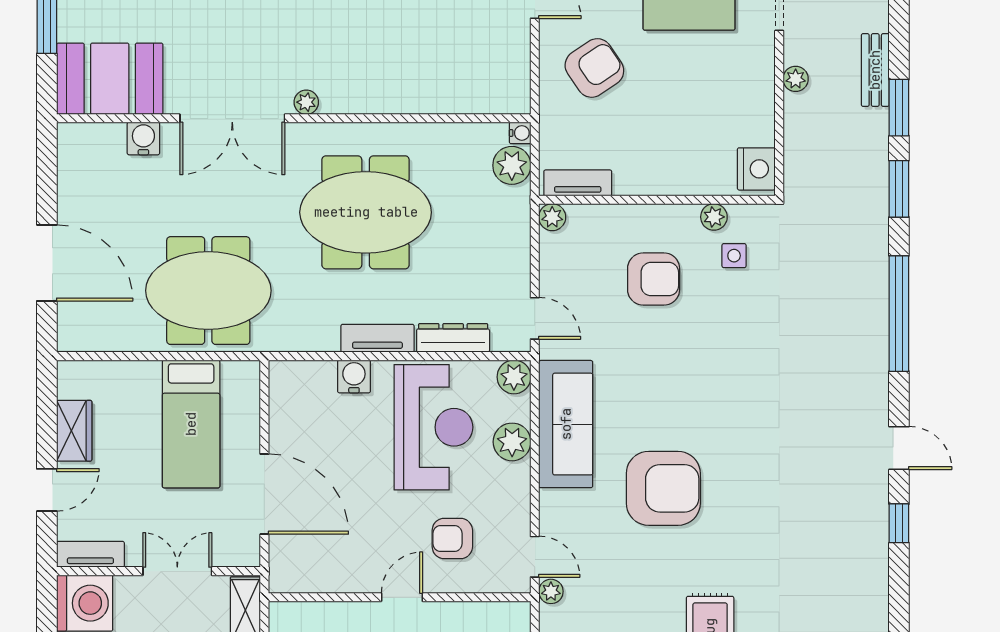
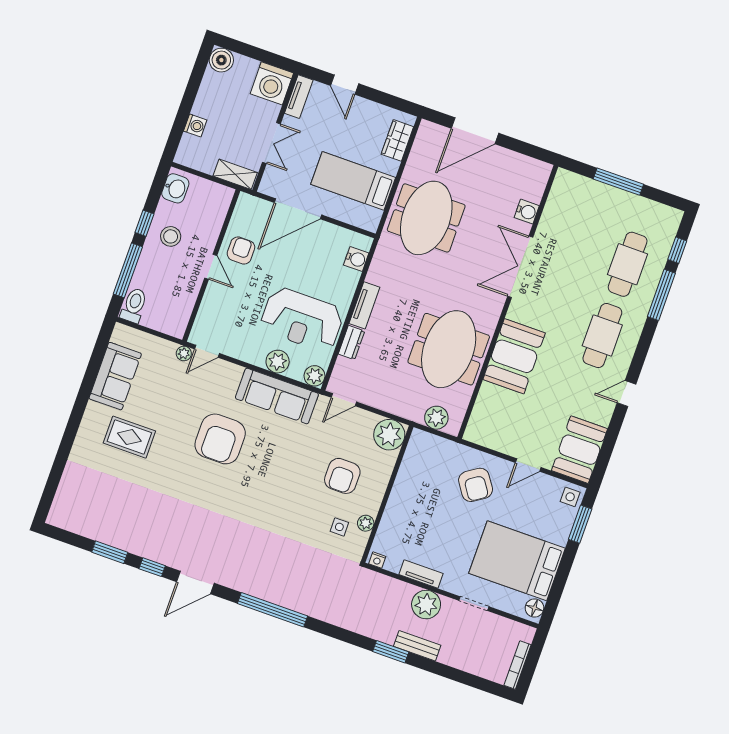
booth: (110, 79) -> (514, 356), moved
plant: (796, 79) -> (426, 605), width x1.88, depth x1.88
plant: (306, 102) -> (514, 312), removed
water cooler: (520, 133) -> (453, 429), removed
nightstand: (756, 169) -> (377, 560), width x0.53, depth x0.56
tv unit: (578, 183) -> (421, 574), moved, turned -90
window: (899, 189) -> (110, 552), moved
meeting table: (366, 212) -> (449, 349), moved
plant: (552, 217) -> (389, 435), width x1.88, depth x1.88
dresser: (453, 338) -> (351, 342), width x0.70
water cooler: (354, 376) -> (356, 259), moved
wardrobe: (74, 431) -> (397, 140), moved, turned 90
door: (899, 448) -> (195, 582), width x1.38
armchair: (452, 538) -> (241, 250), moved

